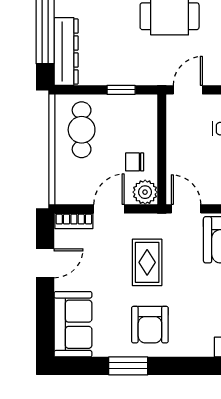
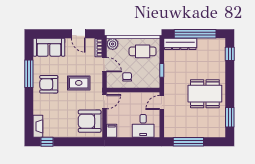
door: (188, 90) -> (162, 103), swing flipped
plant: (145, 192) -> (113, 44), moved
window: (128, 366) -> (29, 74), width x1.44

